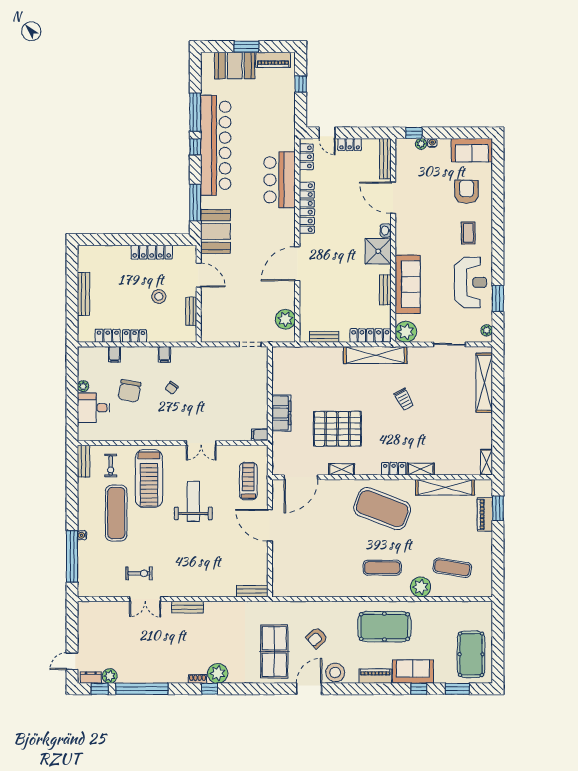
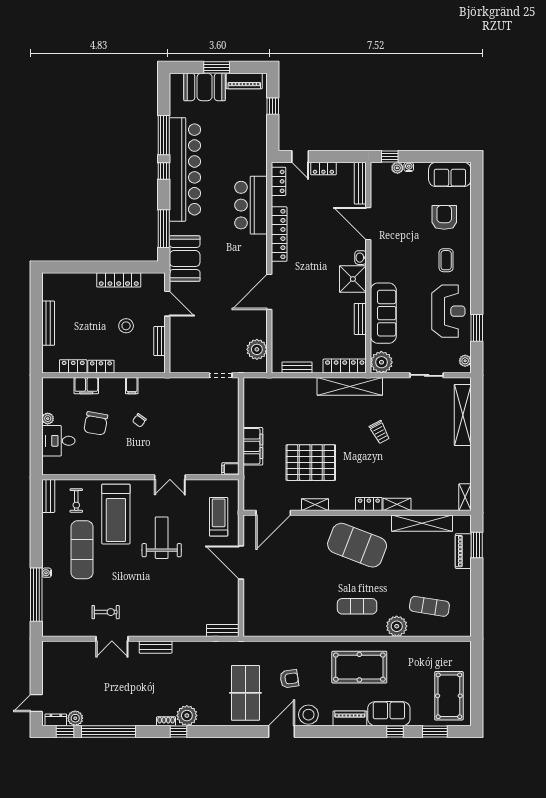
filing cabinet: (114, 354) -> (86, 386), width x2.00
armchair: (317, 638) -> (289, 679), turned -145

